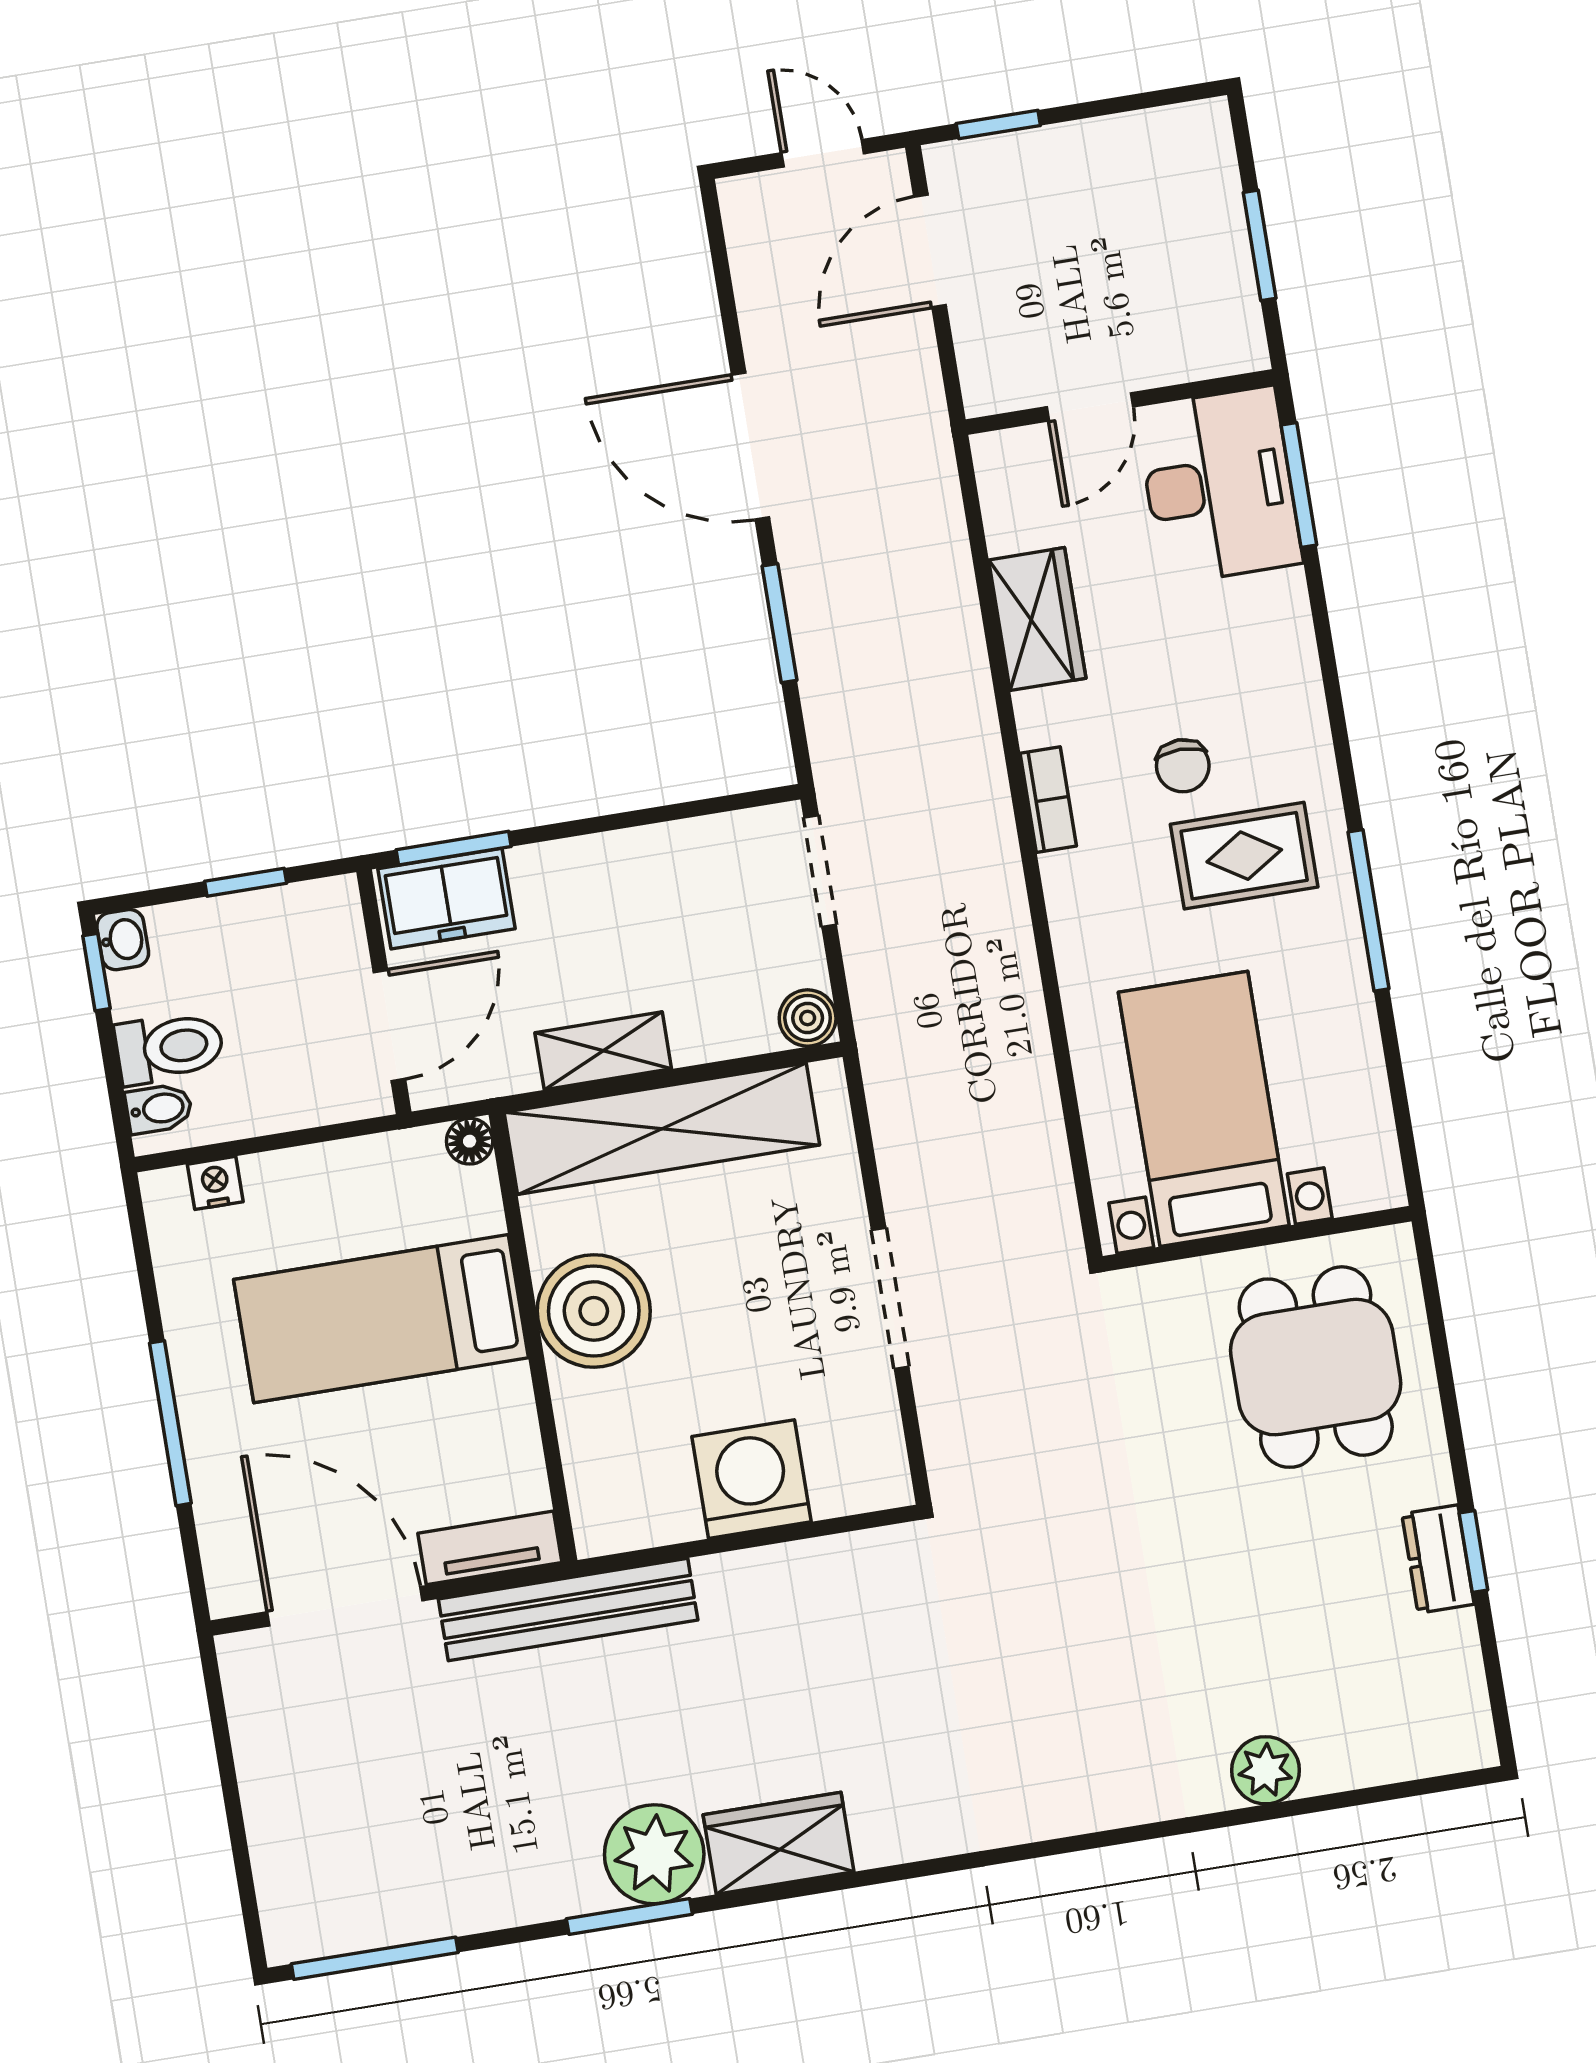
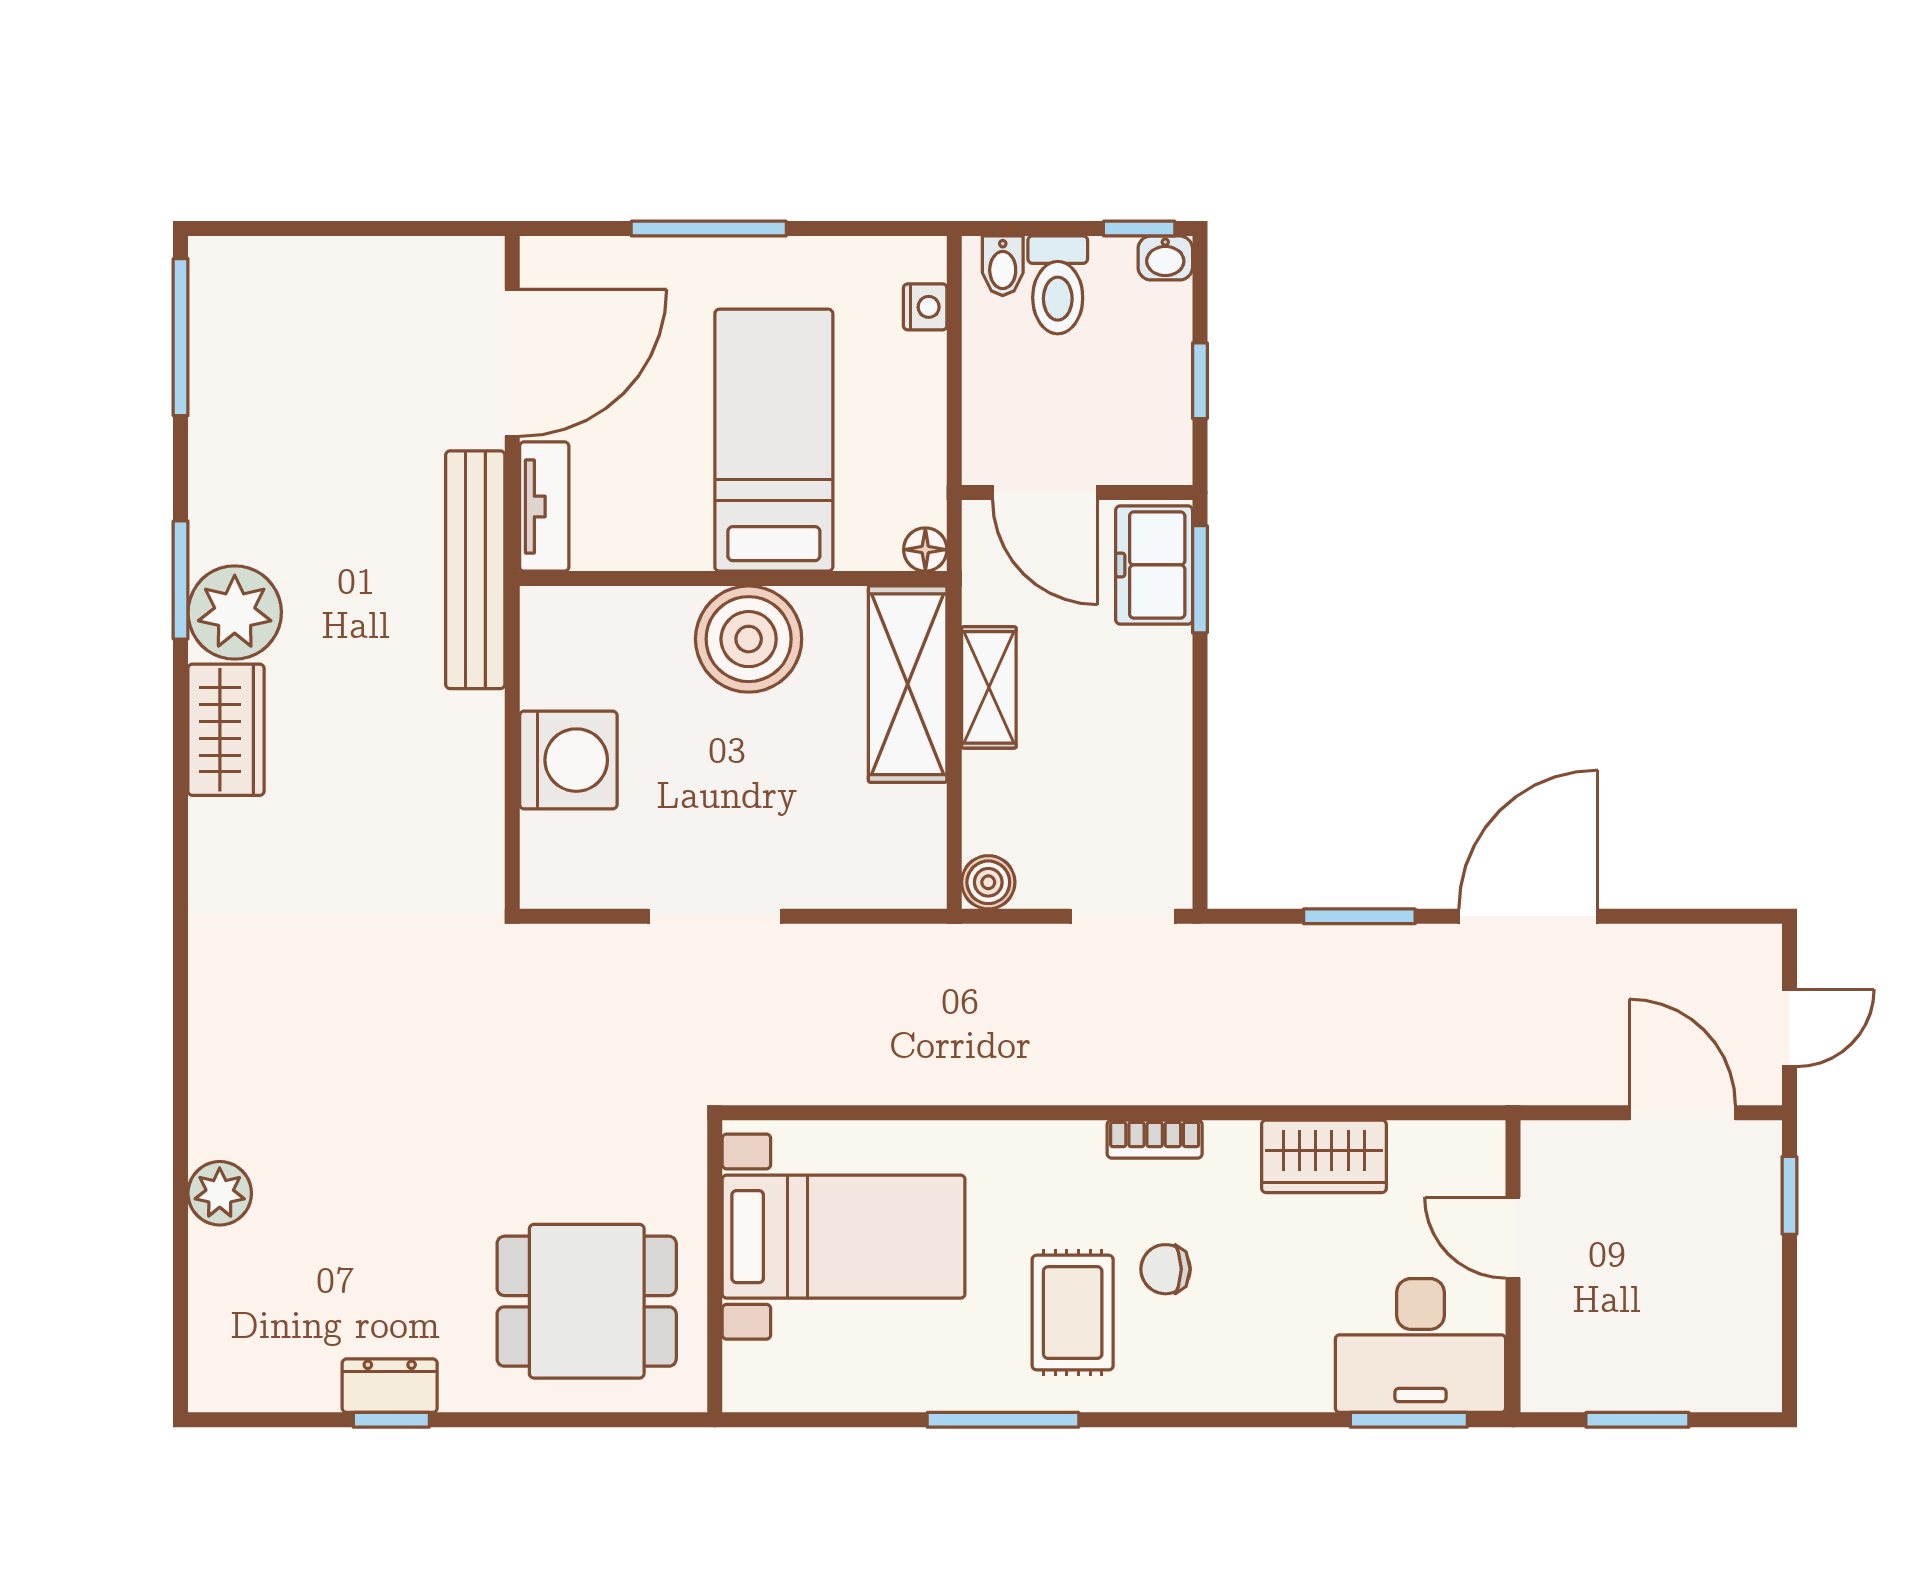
shelving: (662, 1129) -> (908, 684), width x0.68

